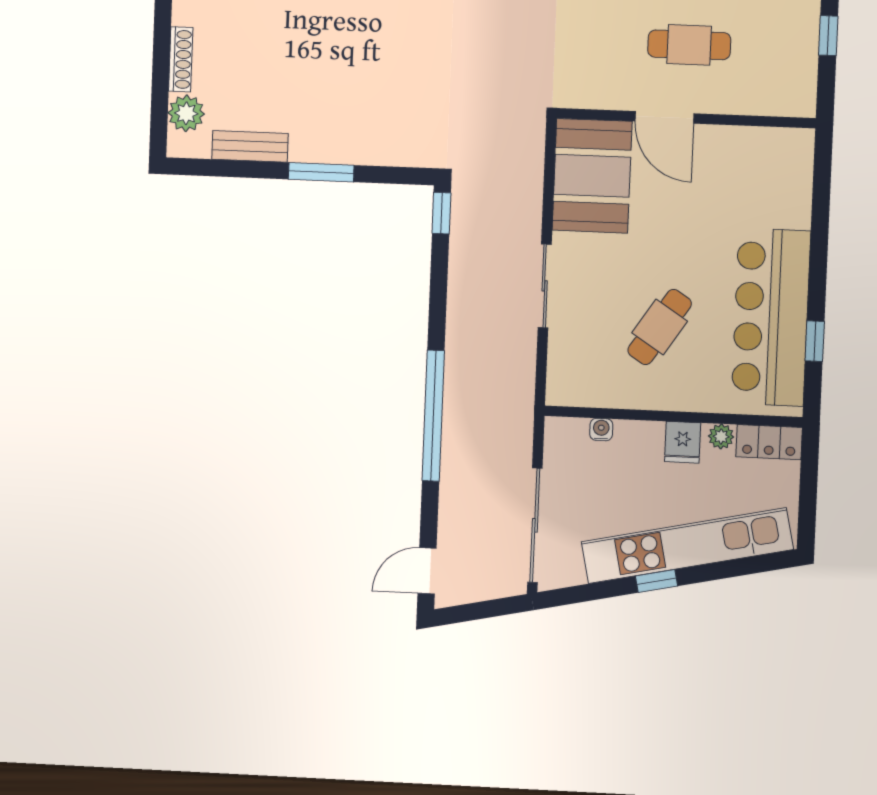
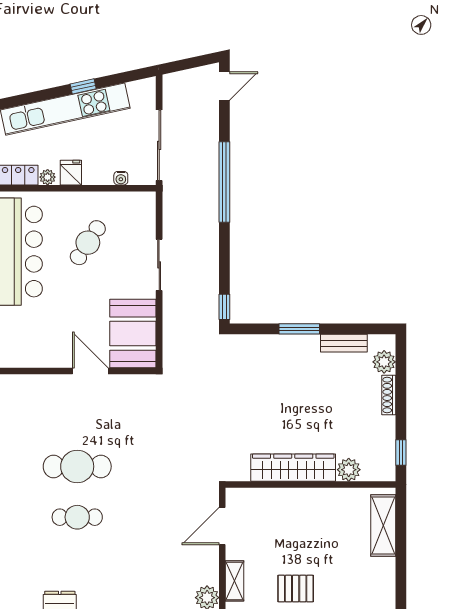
cafe table: (689, 45) -> (77, 416), removed
sliding door: (535, 525) -> (159, 145), moved

